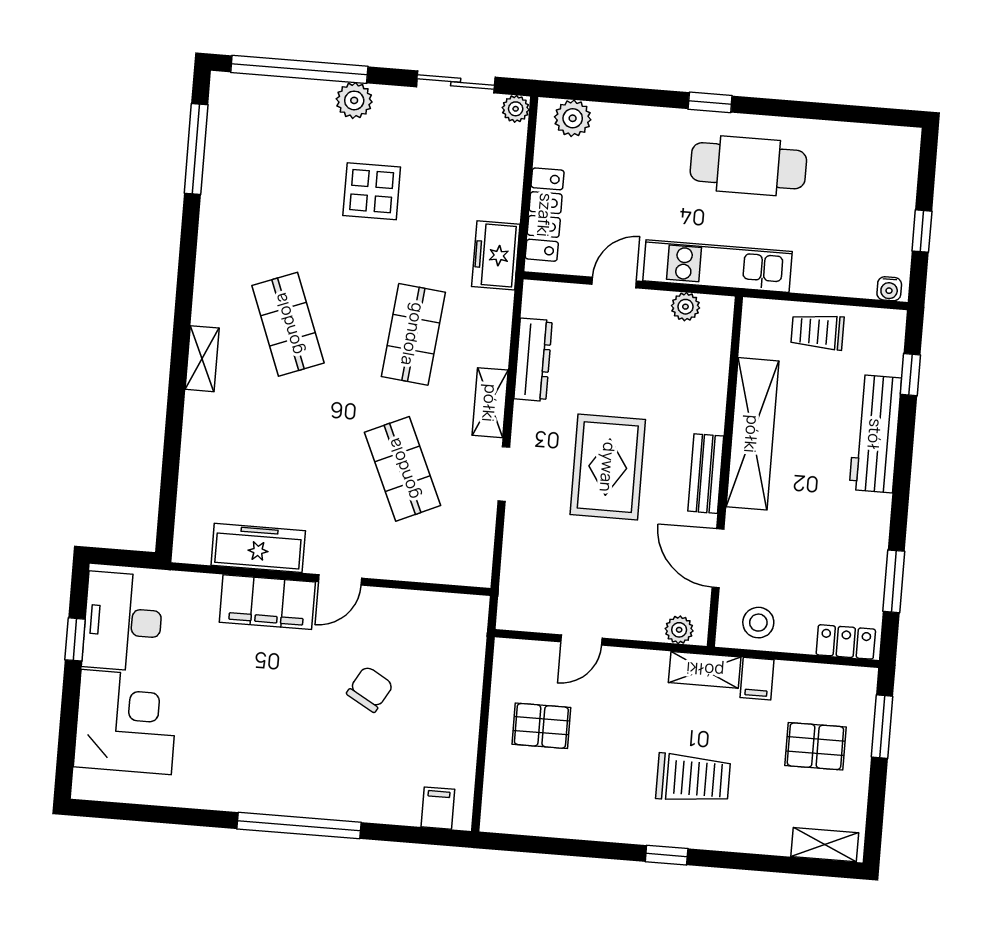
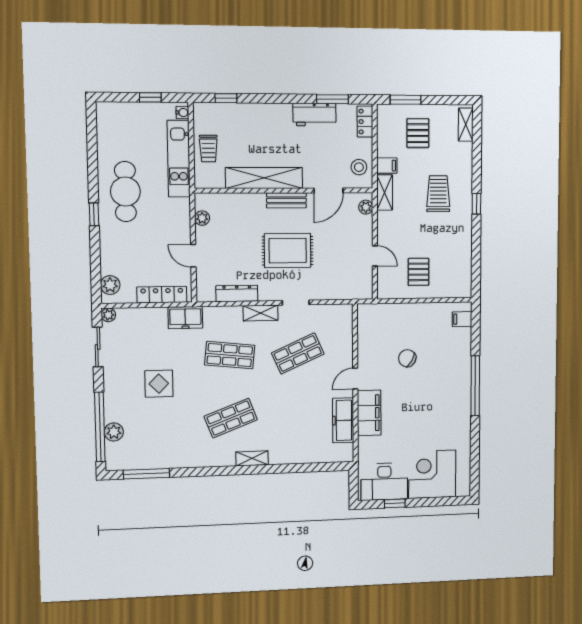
plant: (354, 100) -> (114, 432), moved
kitchen unit: (718, 266) -> (179, 159), moved
workbench: (875, 434) -> (314, 115), moved, width x0.73
door: (340, 580) -> (355, 379), swing flipped

